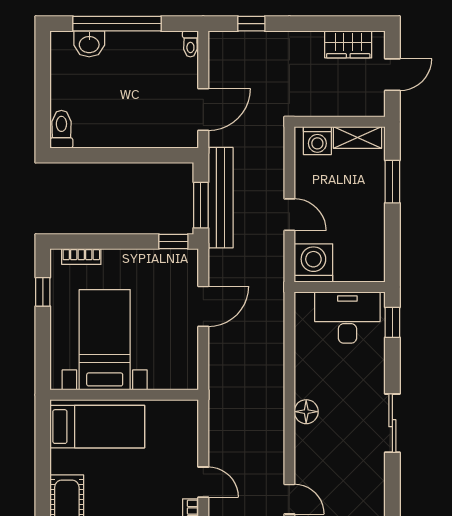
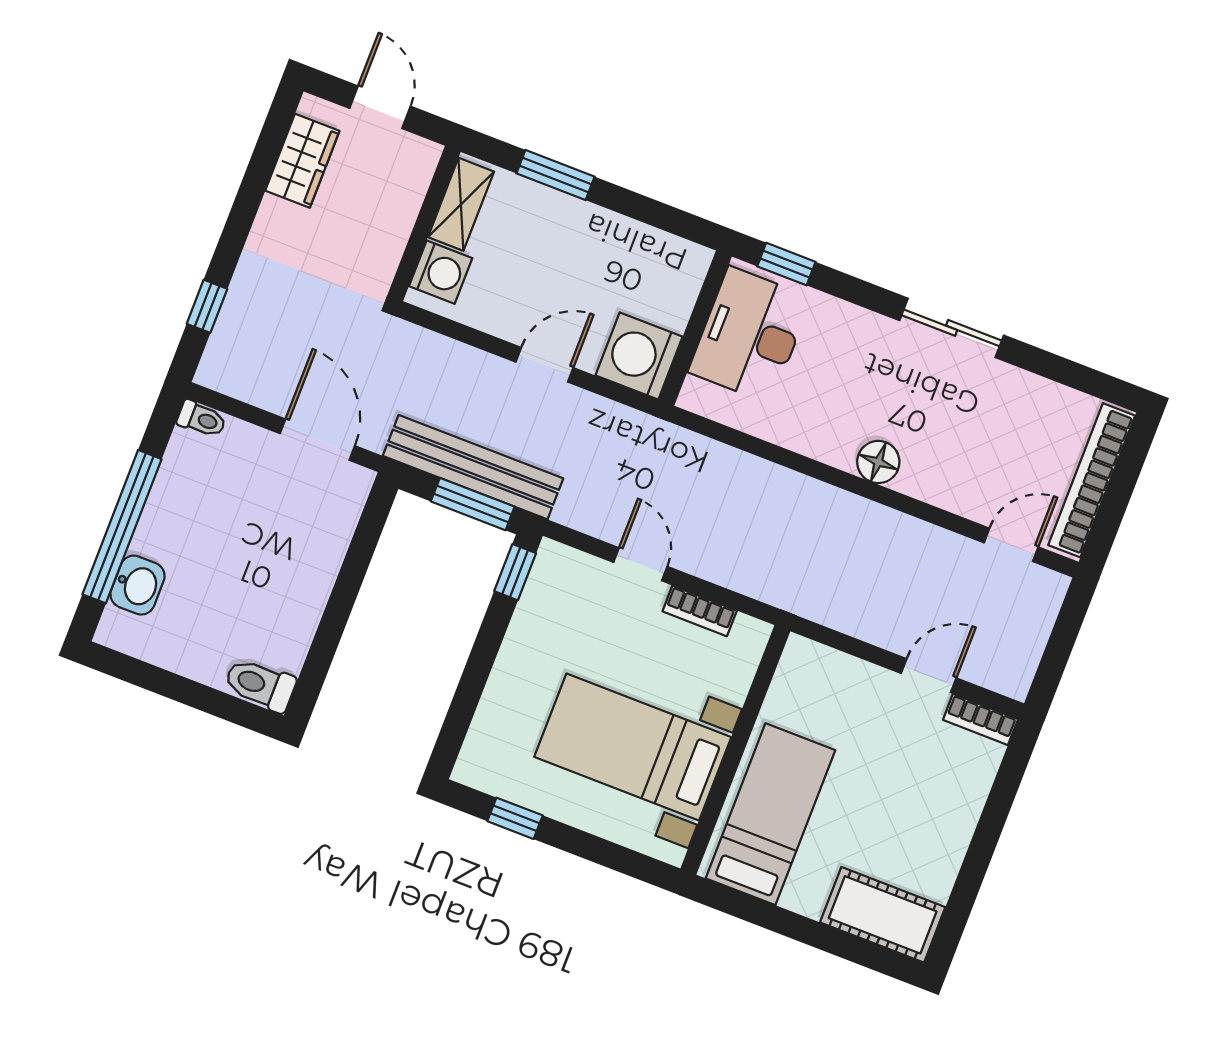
bookcase: (81, 257) -> (700, 611), moved, turned 90
door: (203, 306) -> (640, 564), width x0.73

